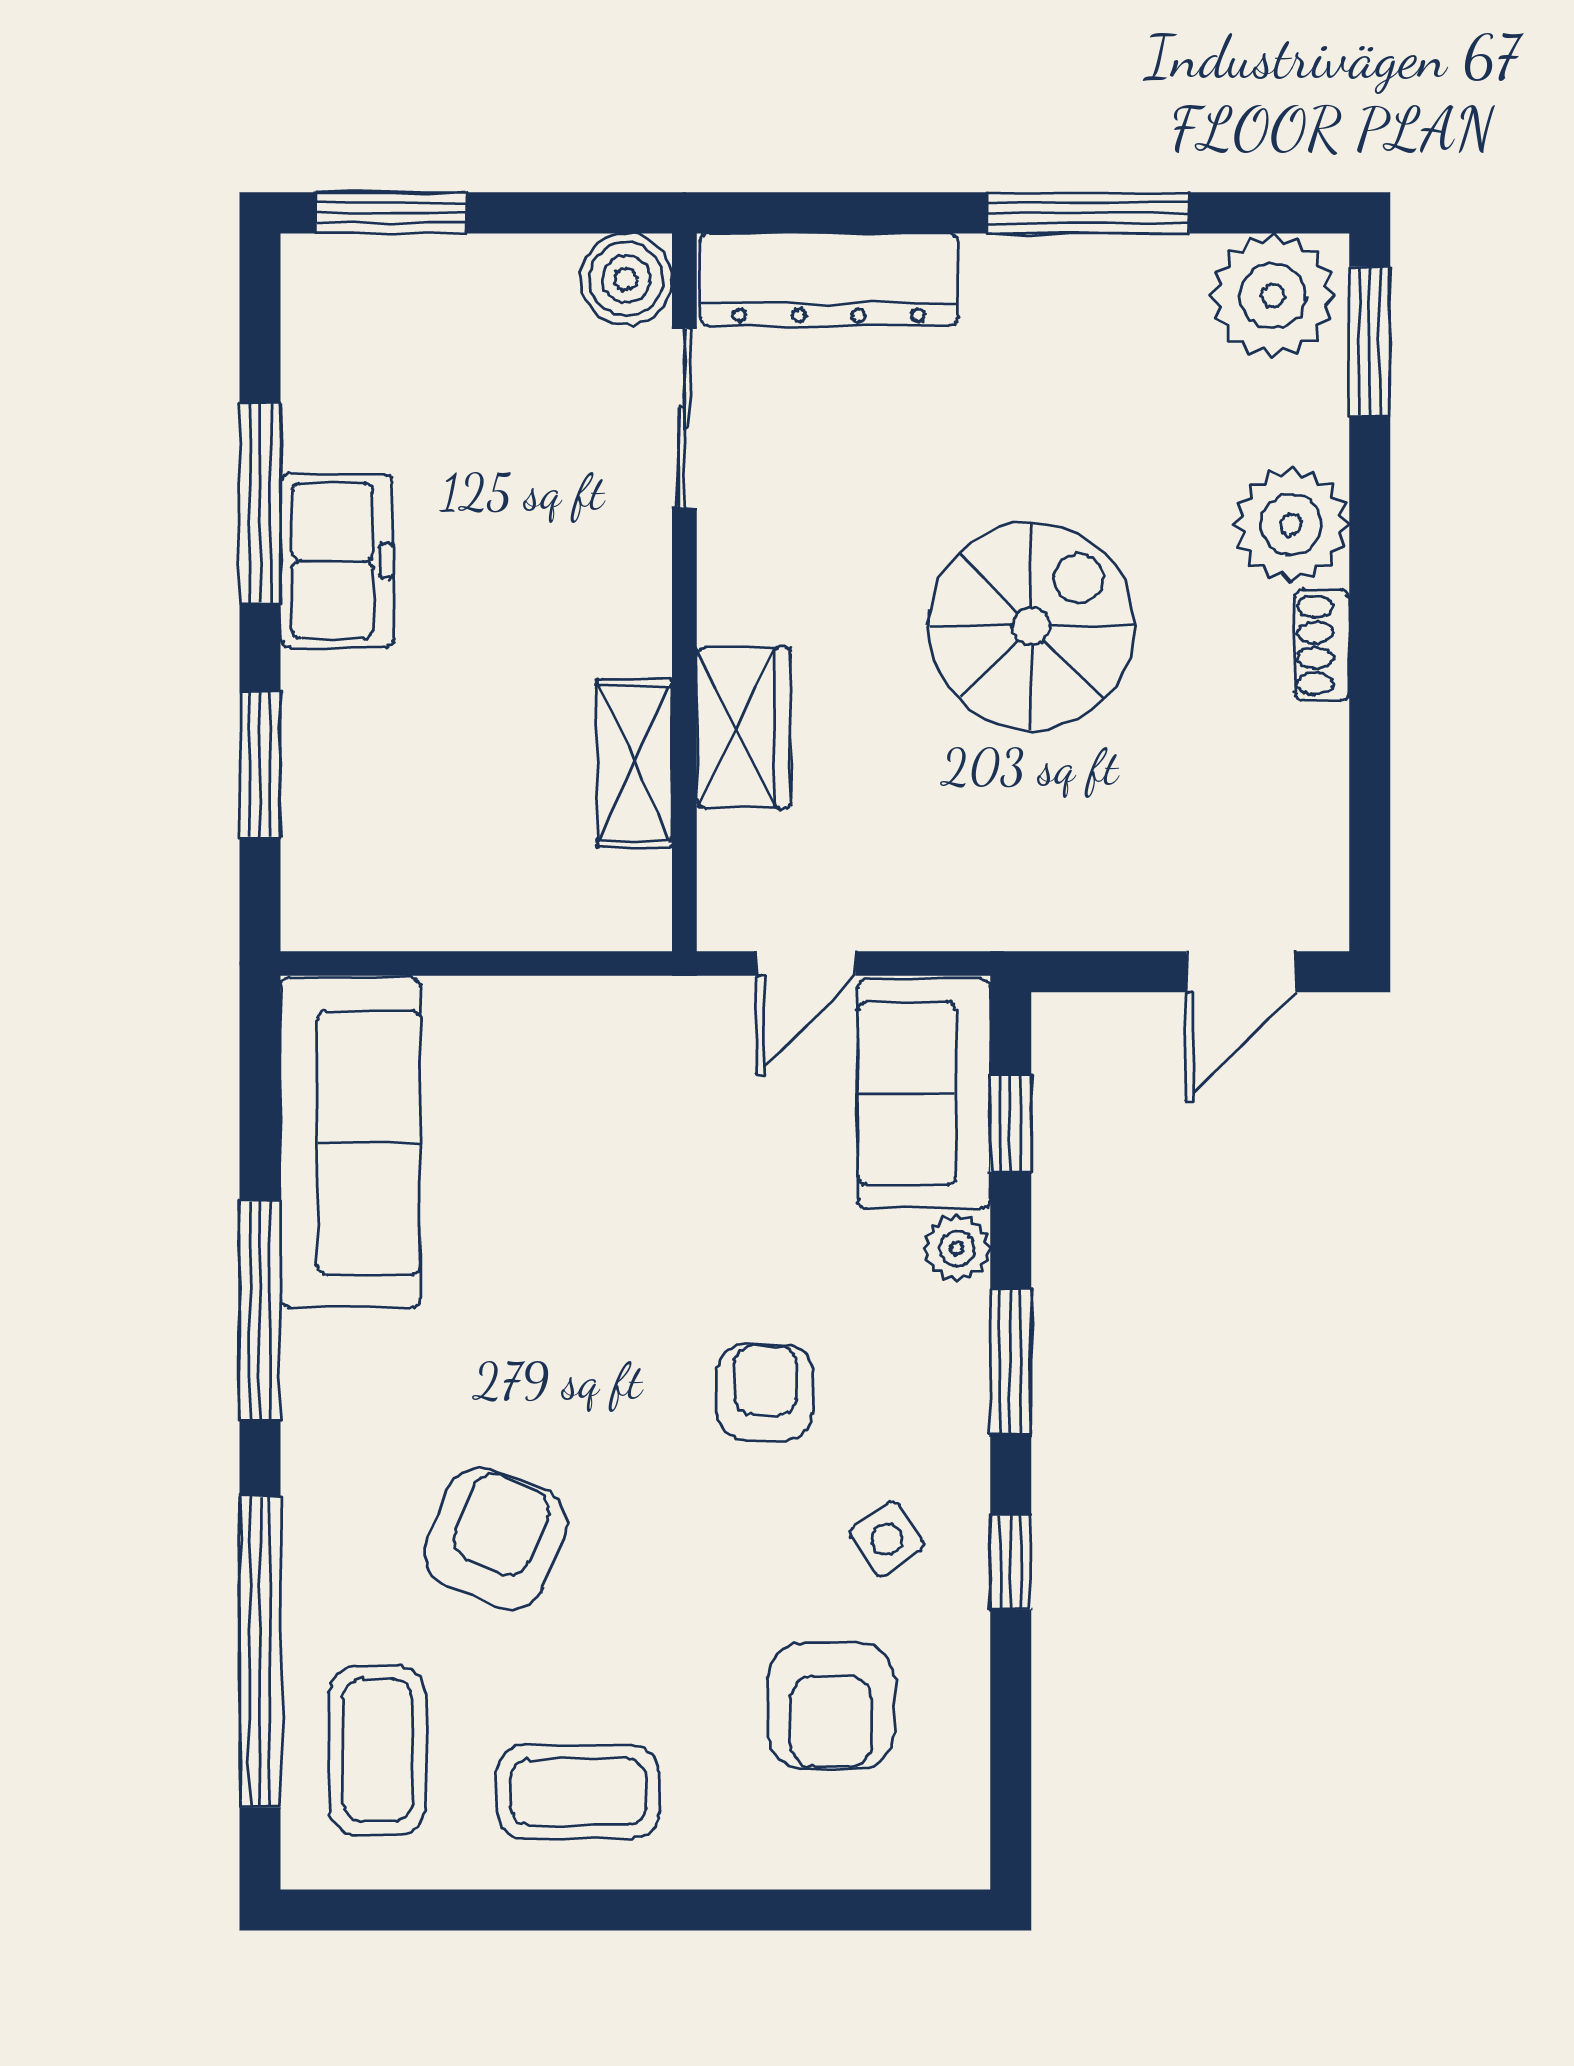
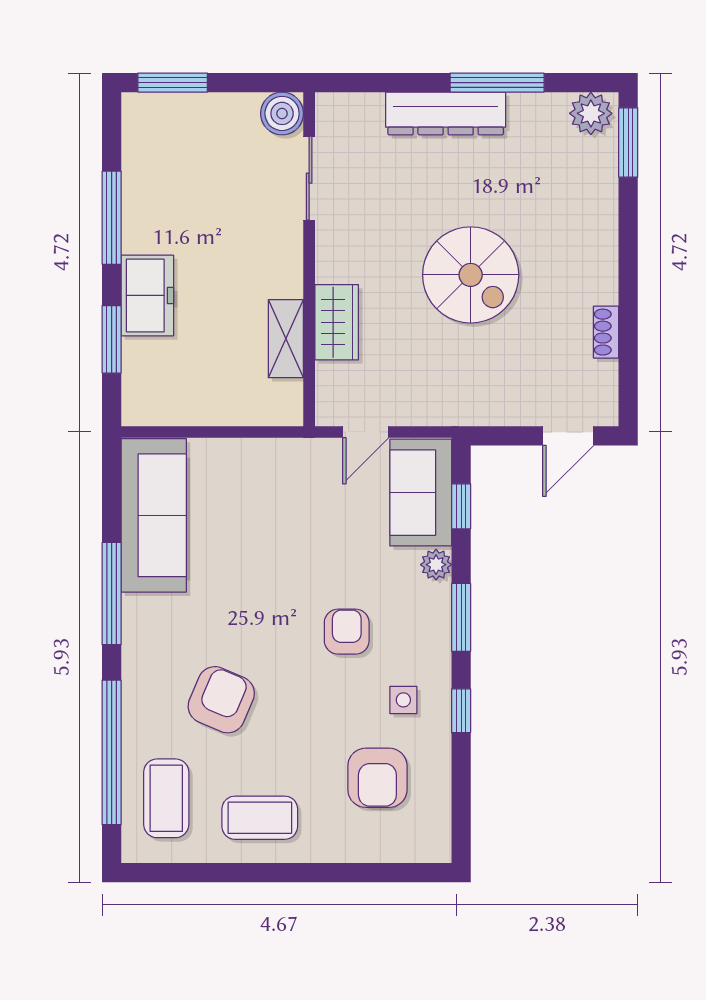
dresser: (829, 279) -> (446, 114), moved
plant: (1273, 296) -> (591, 113), width x0.73, depth x0.73
plant: (1291, 525) -> (592, 228), removed
freezer: (337, 561) -> (147, 295), moved
spiral stairs: (1031, 626) -> (471, 275), turned 90
shoe rack: (1322, 645) -> (606, 332), moved
side table: (887, 1539) -> (403, 700), turned 34

